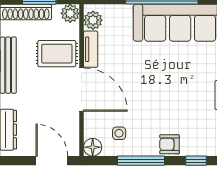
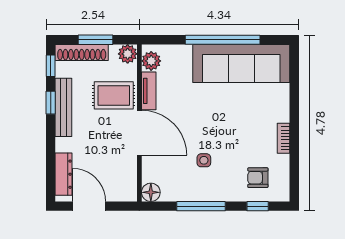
side table: (119, 133) -> (204, 160), moved
armchair: (170, 144) -> (258, 178), moved
door: (52, 161) -> (89, 206), moved

